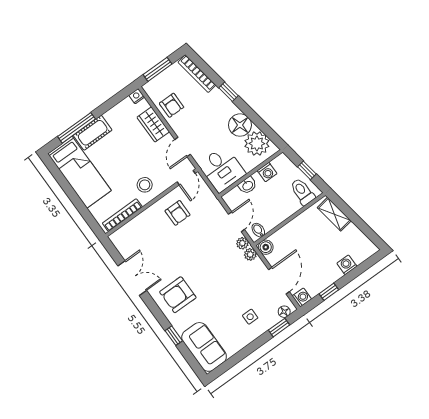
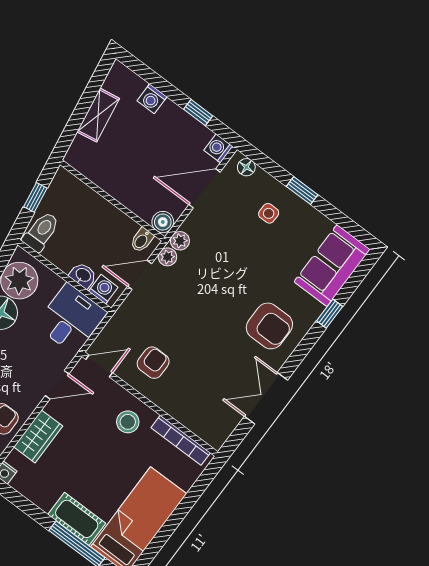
washing machine: (267, 172) -> (103, 289), moved
toilet: (302, 192) -> (41, 232), moved, turned 180
shelving: (334, 214) -> (98, 115), moved
window: (279, 328) -> (302, 191), moved

